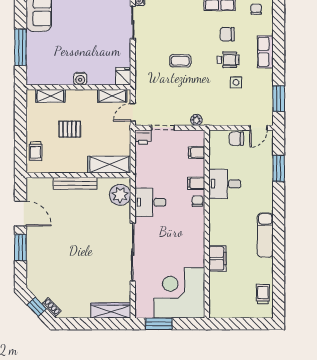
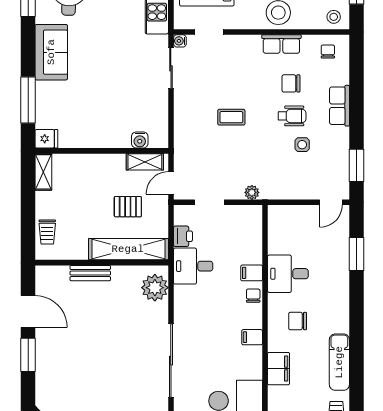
fridge: (123, 76) -> (46, 139), moved, turned 90
water cooler: (80, 79) -> (140, 140), moved
shelving: (50, 96) -> (43, 172), moved, turned 90
pallet: (70, 129) -> (128, 207), moved
printer: (143, 137) -> (183, 236), moved, turned -90
chair: (236, 139) -> (298, 321), moved
filing cabinet: (197, 153) -> (252, 337), moved
shelving: (109, 165) -> (128, 249), width x1.47
bench: (75, 183) -> (90, 273), width x0.73
desk: (150, 202) -> (193, 266), moved
exam couch: (265, 235) -> (339, 362), moved

